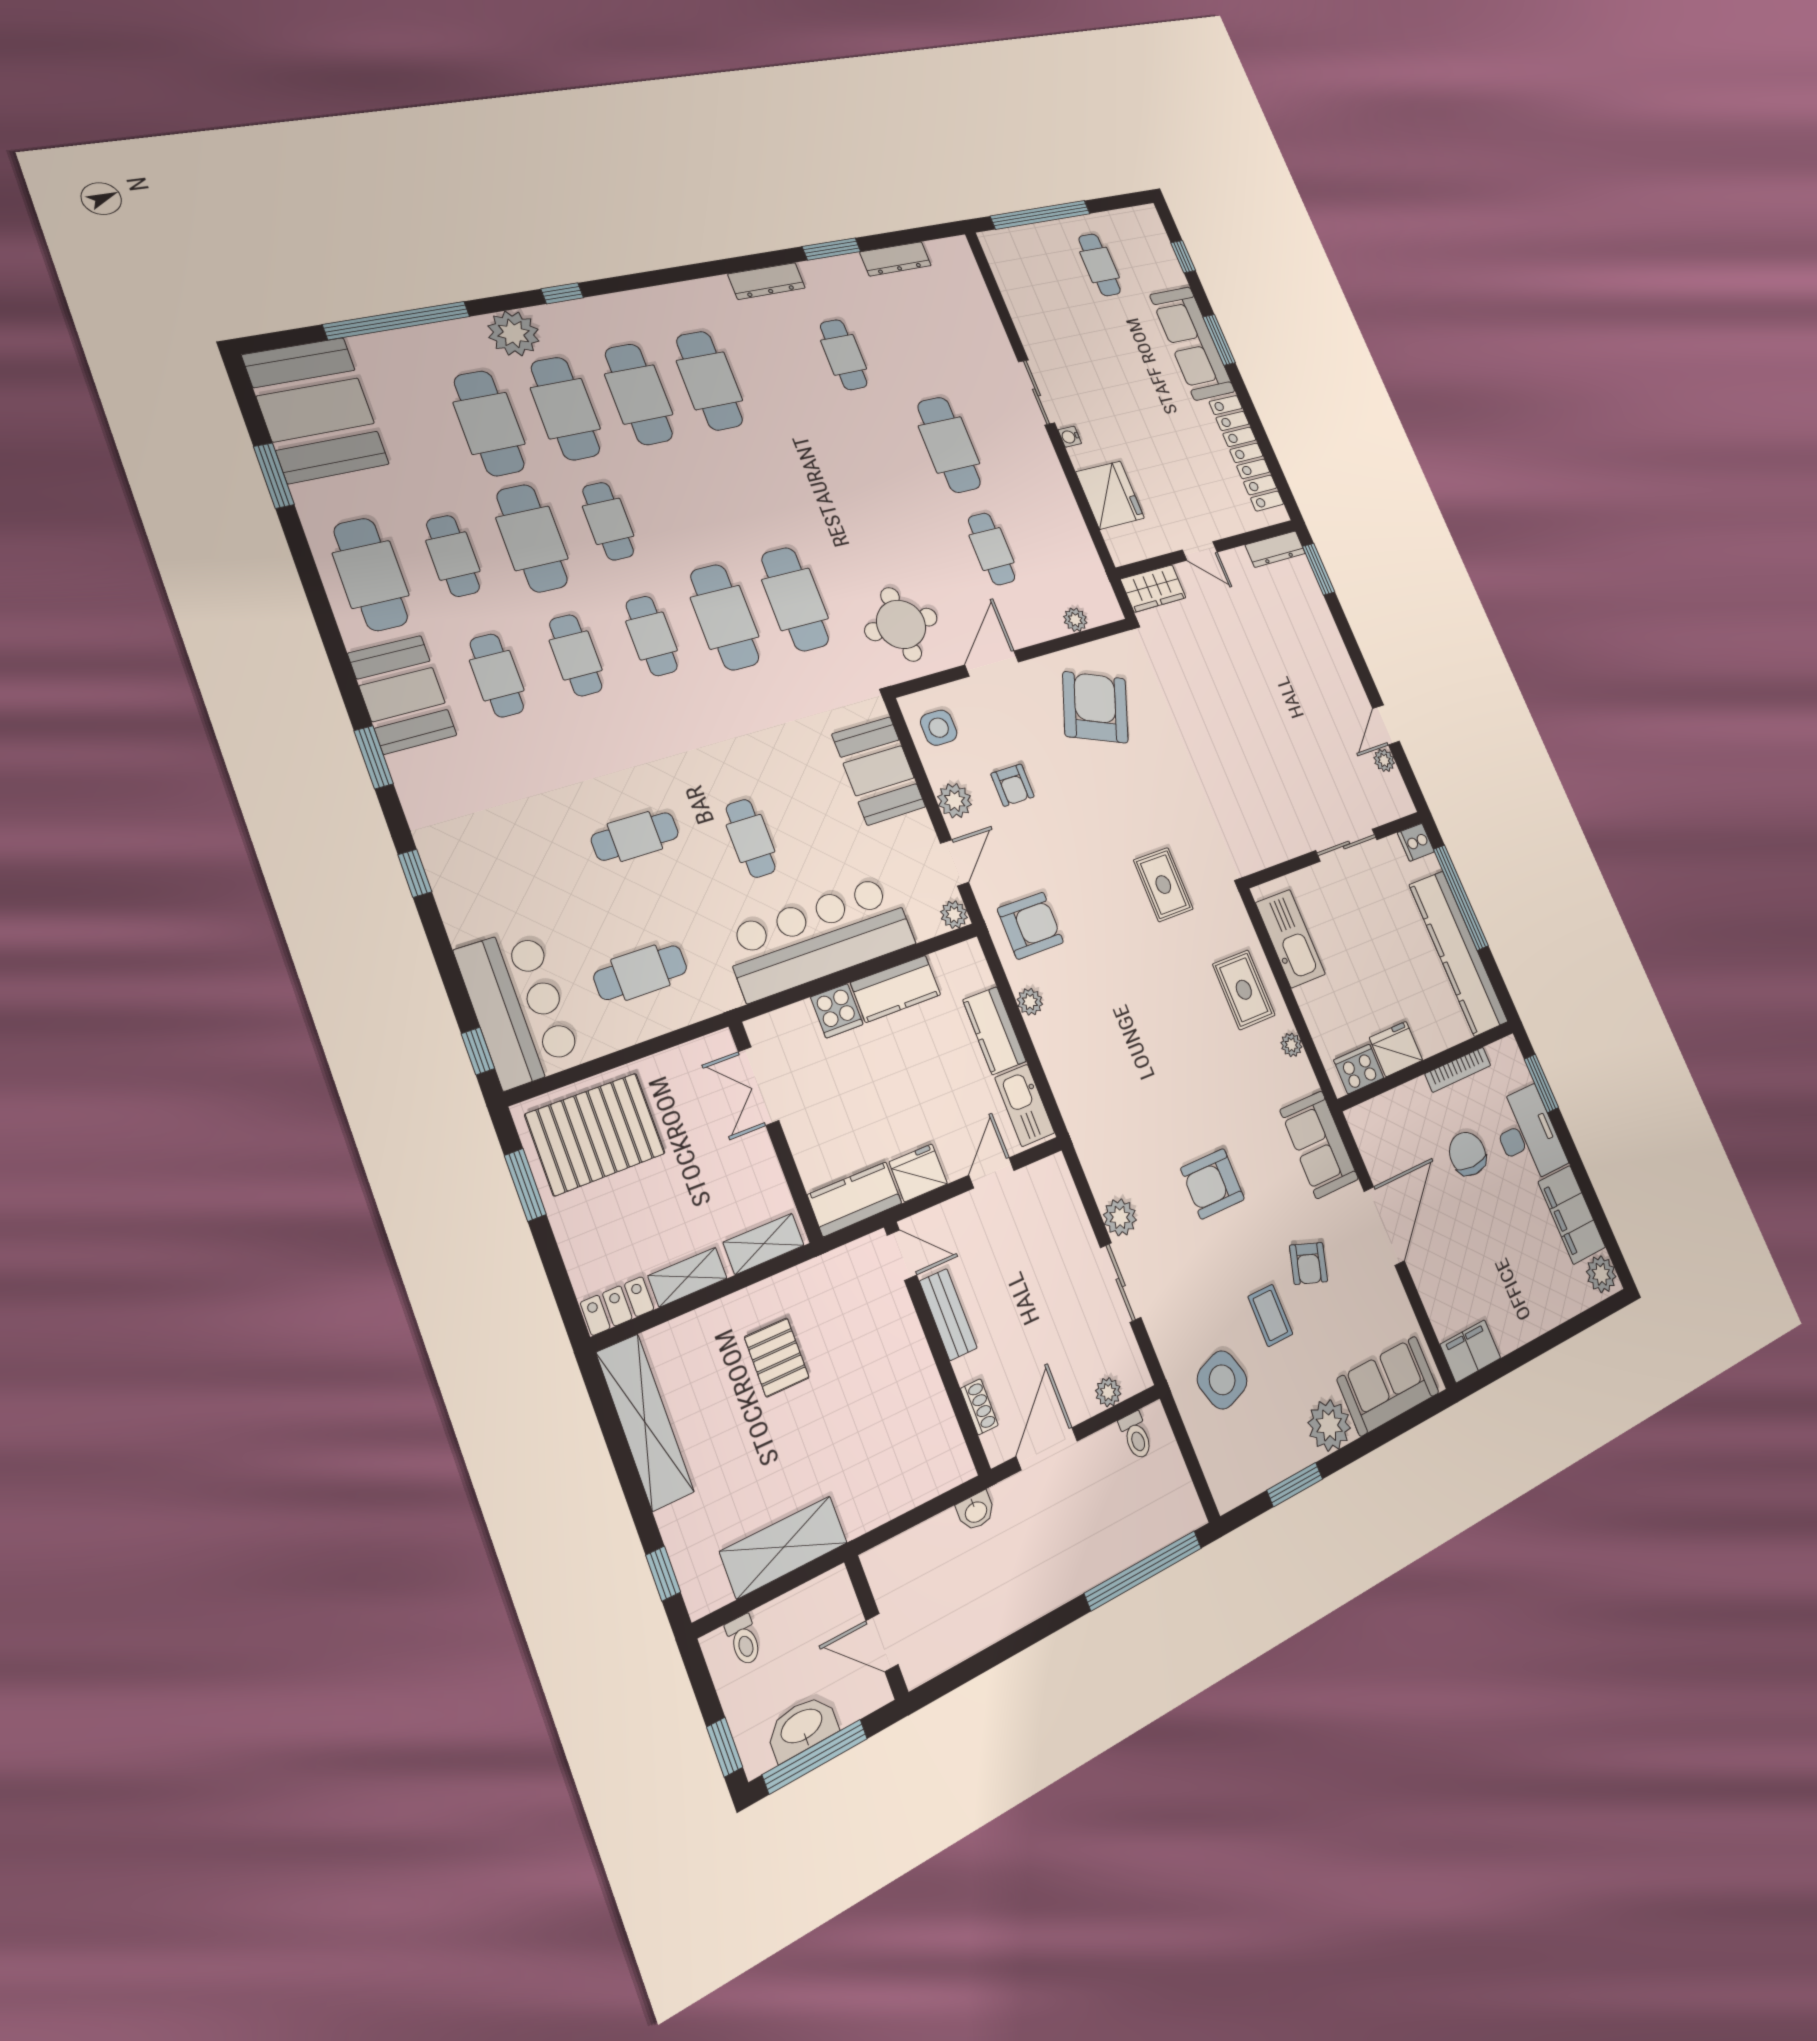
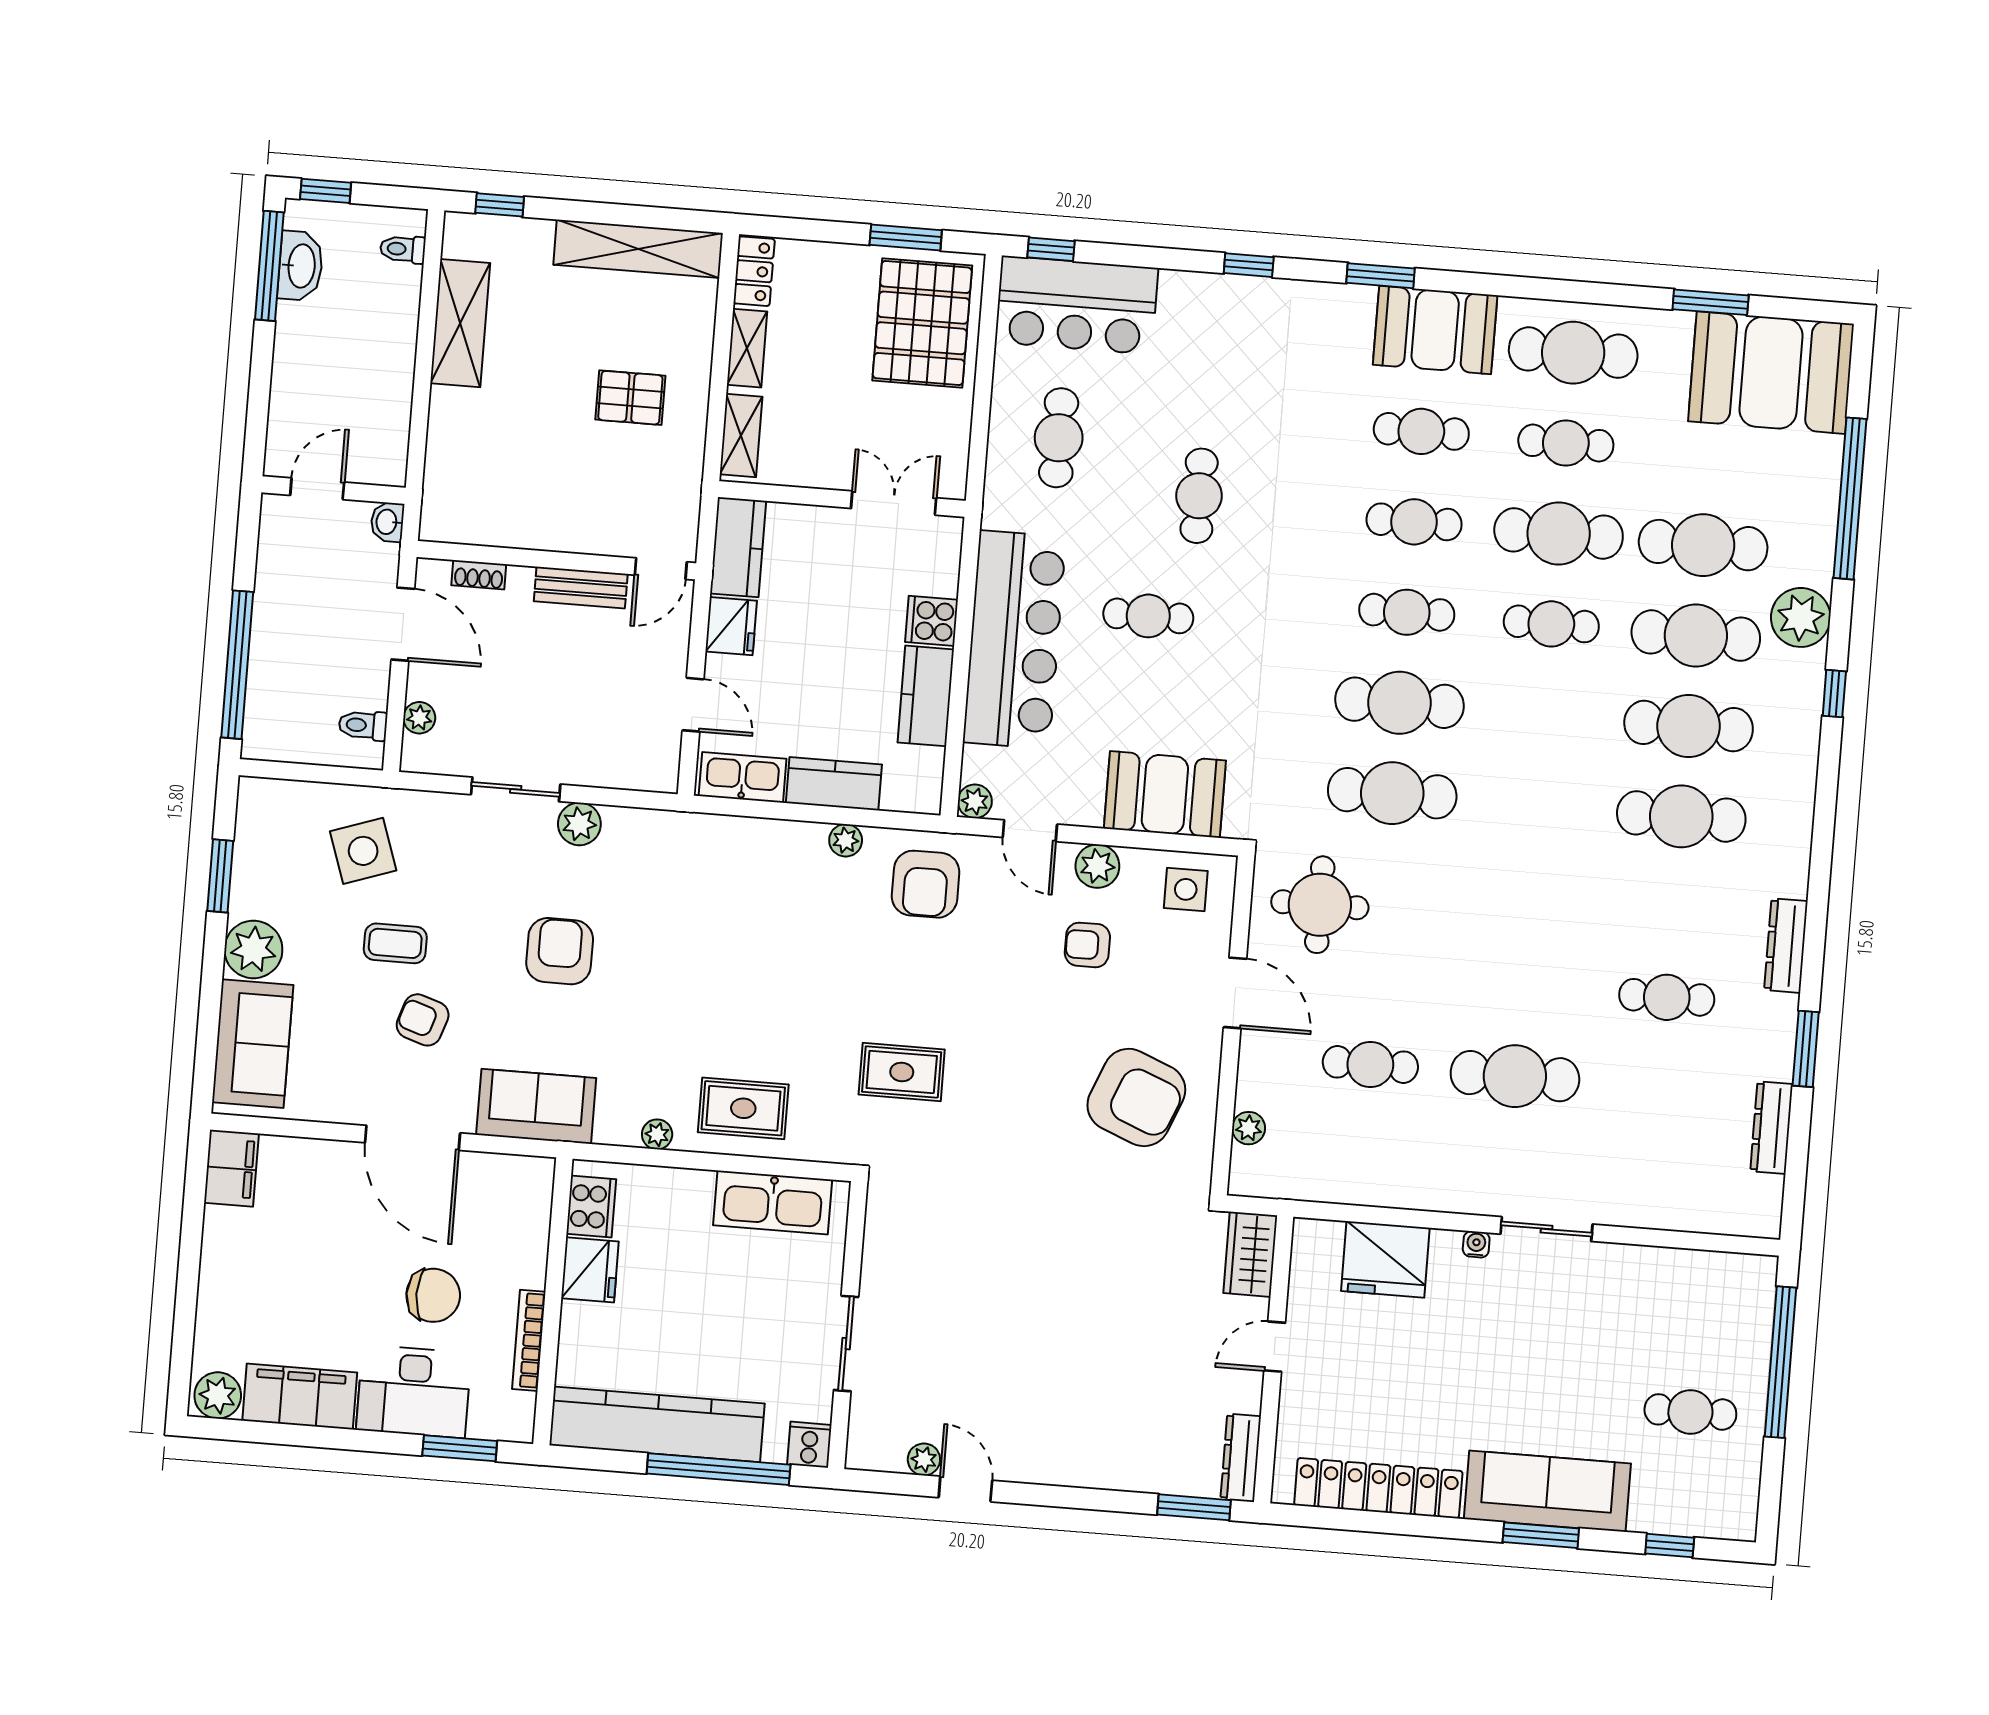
wall: (876, 1627) -> (333, 490), moved
door: (882, 1643) -> (317, 489), moved

